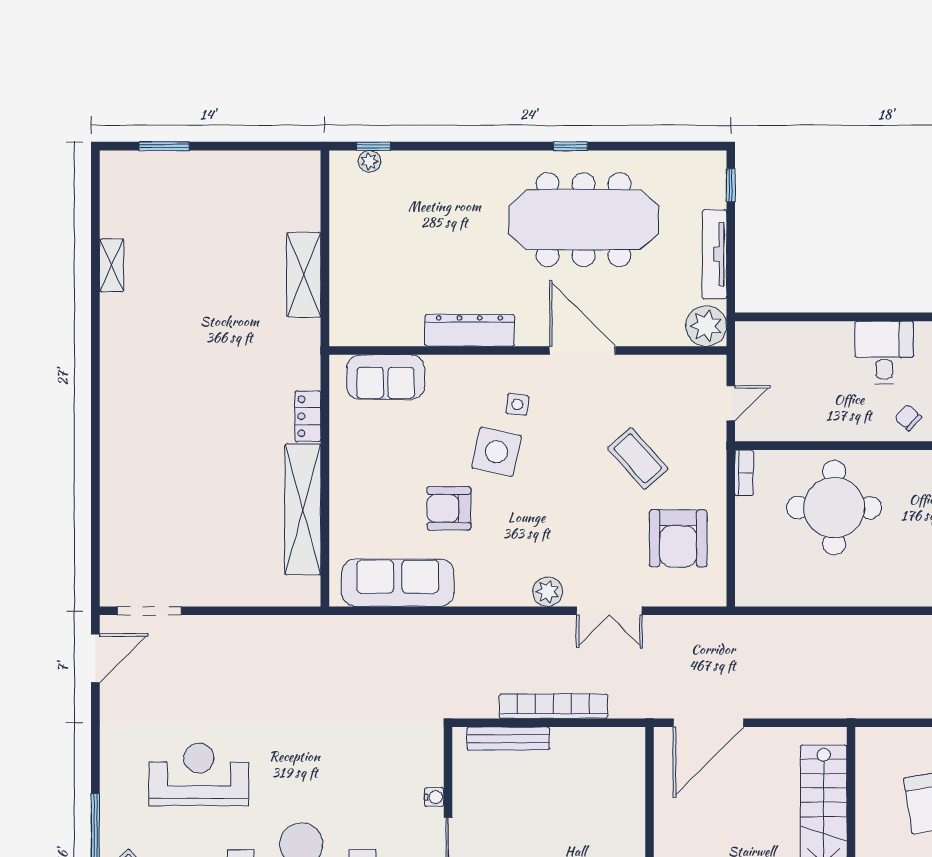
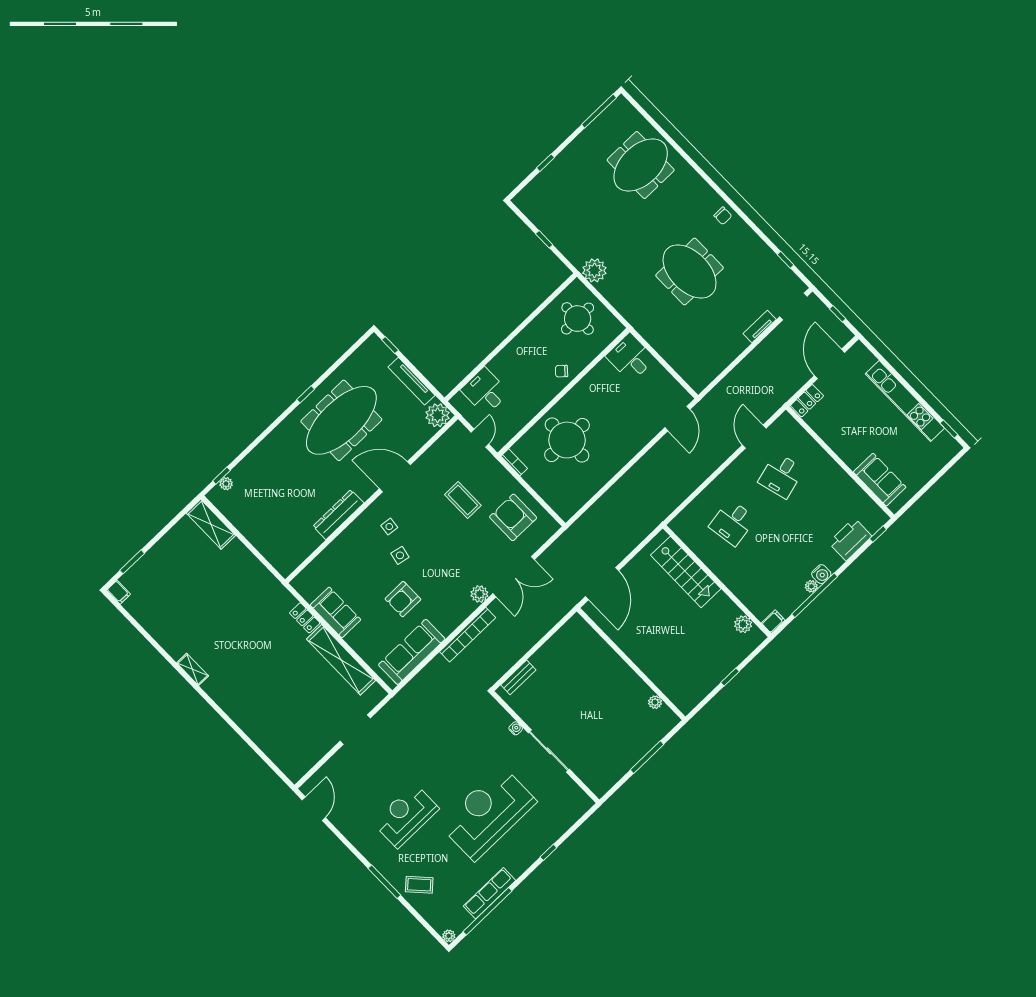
filing cabinet: (112, 167) -> (118, 592), added
shelving: (112, 265) -> (193, 669), moved
shelving: (304, 275) -> (211, 524), moved
desk: (884, 352) -> (485, 391), moved
sofa: (386, 377) -> (335, 612), moved, turned -90
side table: (496, 452) -> (400, 555), width x0.54, depth x0.54
coffee table: (638, 458) -> (463, 500), turned 42
armchair: (678, 538) -> (513, 517), turned 180
doorway: (149, 611) -> (355, 730), moved
double door: (609, 611) -> (514, 577), width x1.37
bookcase: (553, 706) -> (468, 635), moved, turned 180
bench: (508, 738) -> (518, 677), width x0.73

